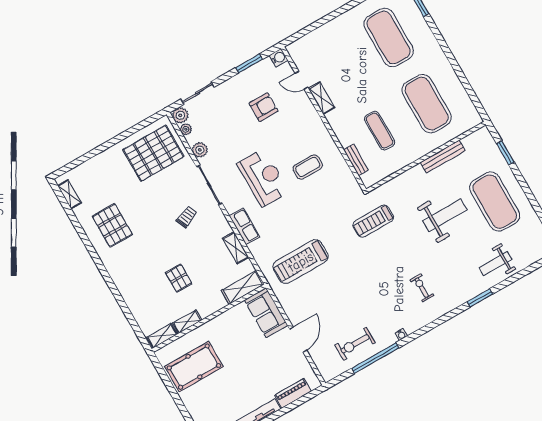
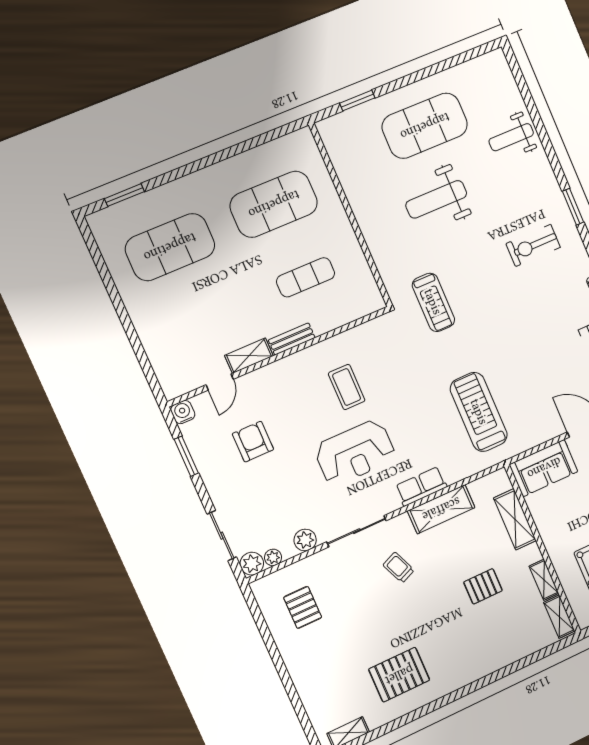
pallet: (153, 153) -> (303, 607), width x0.49, depth x0.50
bench: (443, 157) -> (353, 191), removed
bench: (356, 160) -> (292, 339), moved
reception desk: (263, 178) -> (355, 453), turned 180
weight bench: (445, 215) -> (436, 199), turned -90
shelving: (236, 248) -> (441, 509), width x1.50, depth x1.33
treadmill: (301, 262) -> (479, 412), turned 180
weight bench: (495, 264) -> (511, 137), turned 90
shelving: (243, 287) -> (515, 519), moved
exercise bike: (422, 288) -> (533, 245), width x1.38, depth x1.39
window: (480, 298) -> (573, 207), moved

